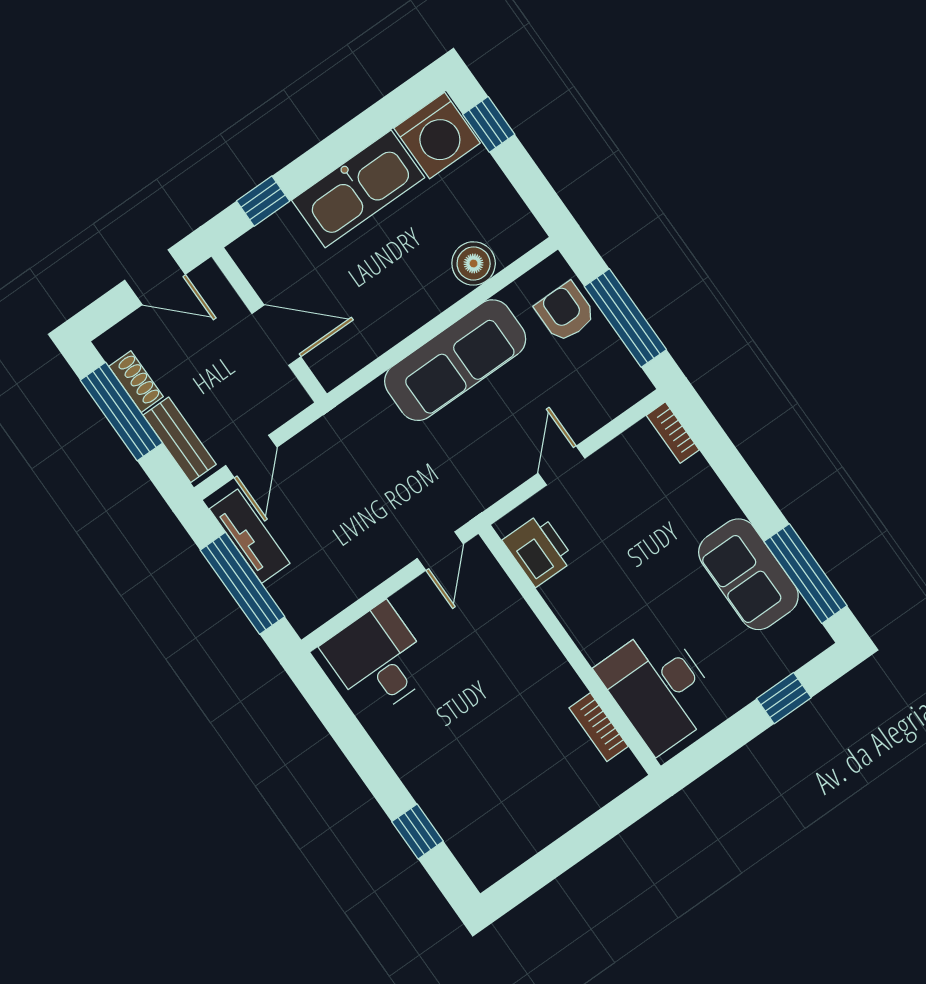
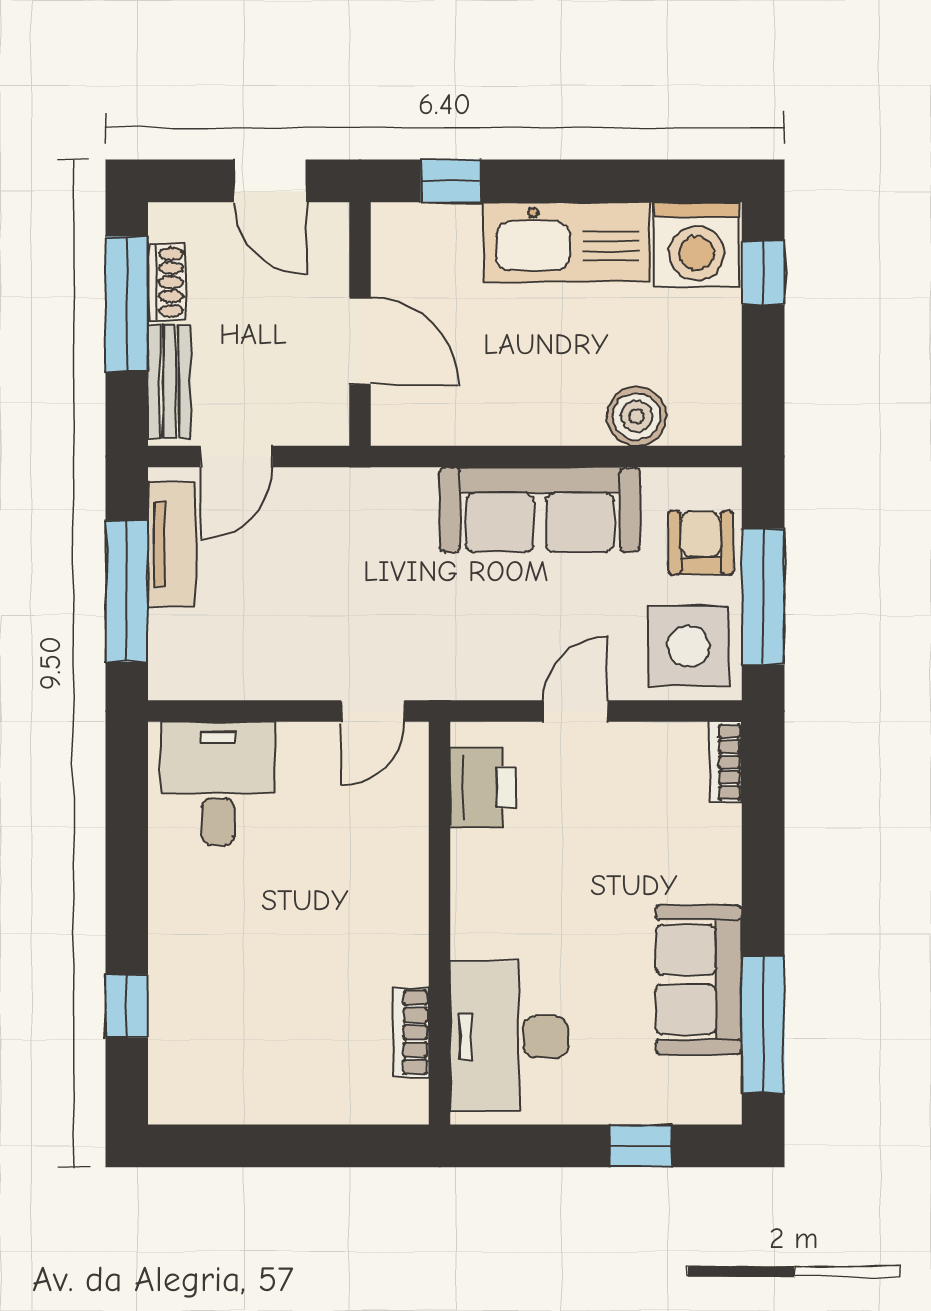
side table: (602, 379) -> (689, 646), added

